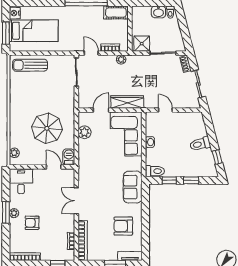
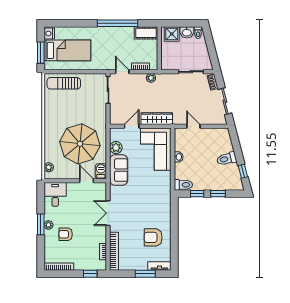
shower: (142, 44) -> (172, 34), moved
parasol: (47, 128) -> (80, 144), width x1.36, depth x1.36
sofa: (133, 187) -> (119, 170), moved, turned 180

